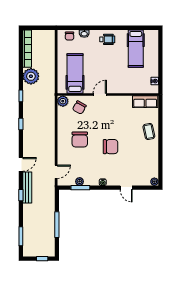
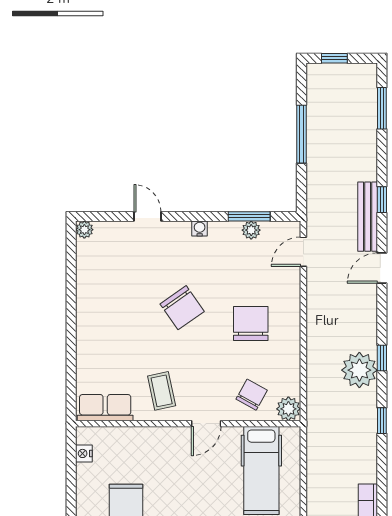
plant: (31, 76) -> (359, 370), moved
coffee table: (149, 131) -> (162, 391), moved
chair: (111, 147) -> (182, 308), turned -125

